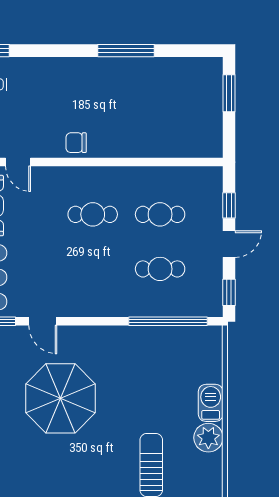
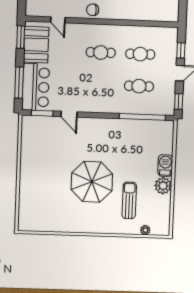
parasol: (60, 398) -> (92, 182), moved

